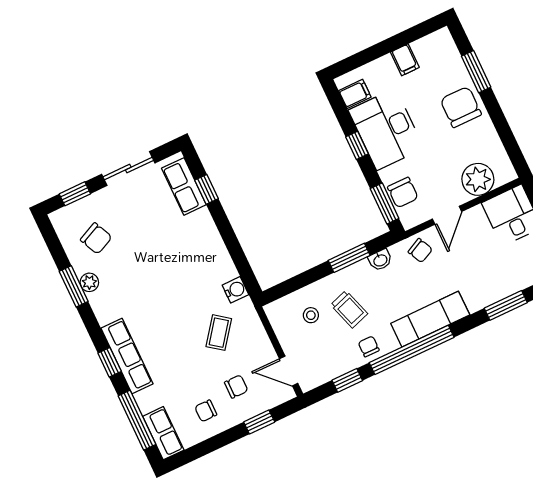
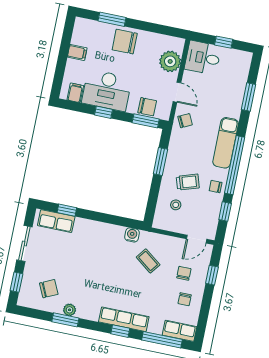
washbasin: (380, 260) -> (174, 146), removed

